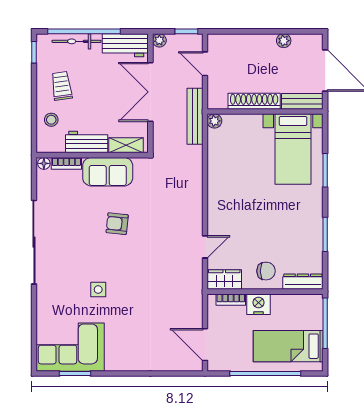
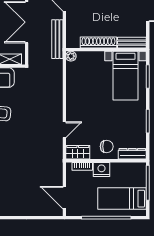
shoe rack: (254, 101) -> (98, 43), moved
bench: (302, 101) -> (132, 43), moved
wall: (265, 111) -> (106, 50), moved
plant: (214, 121) -> (71, 56), moved
bed with nightstands: (293, 149) -> (126, 76), moved

